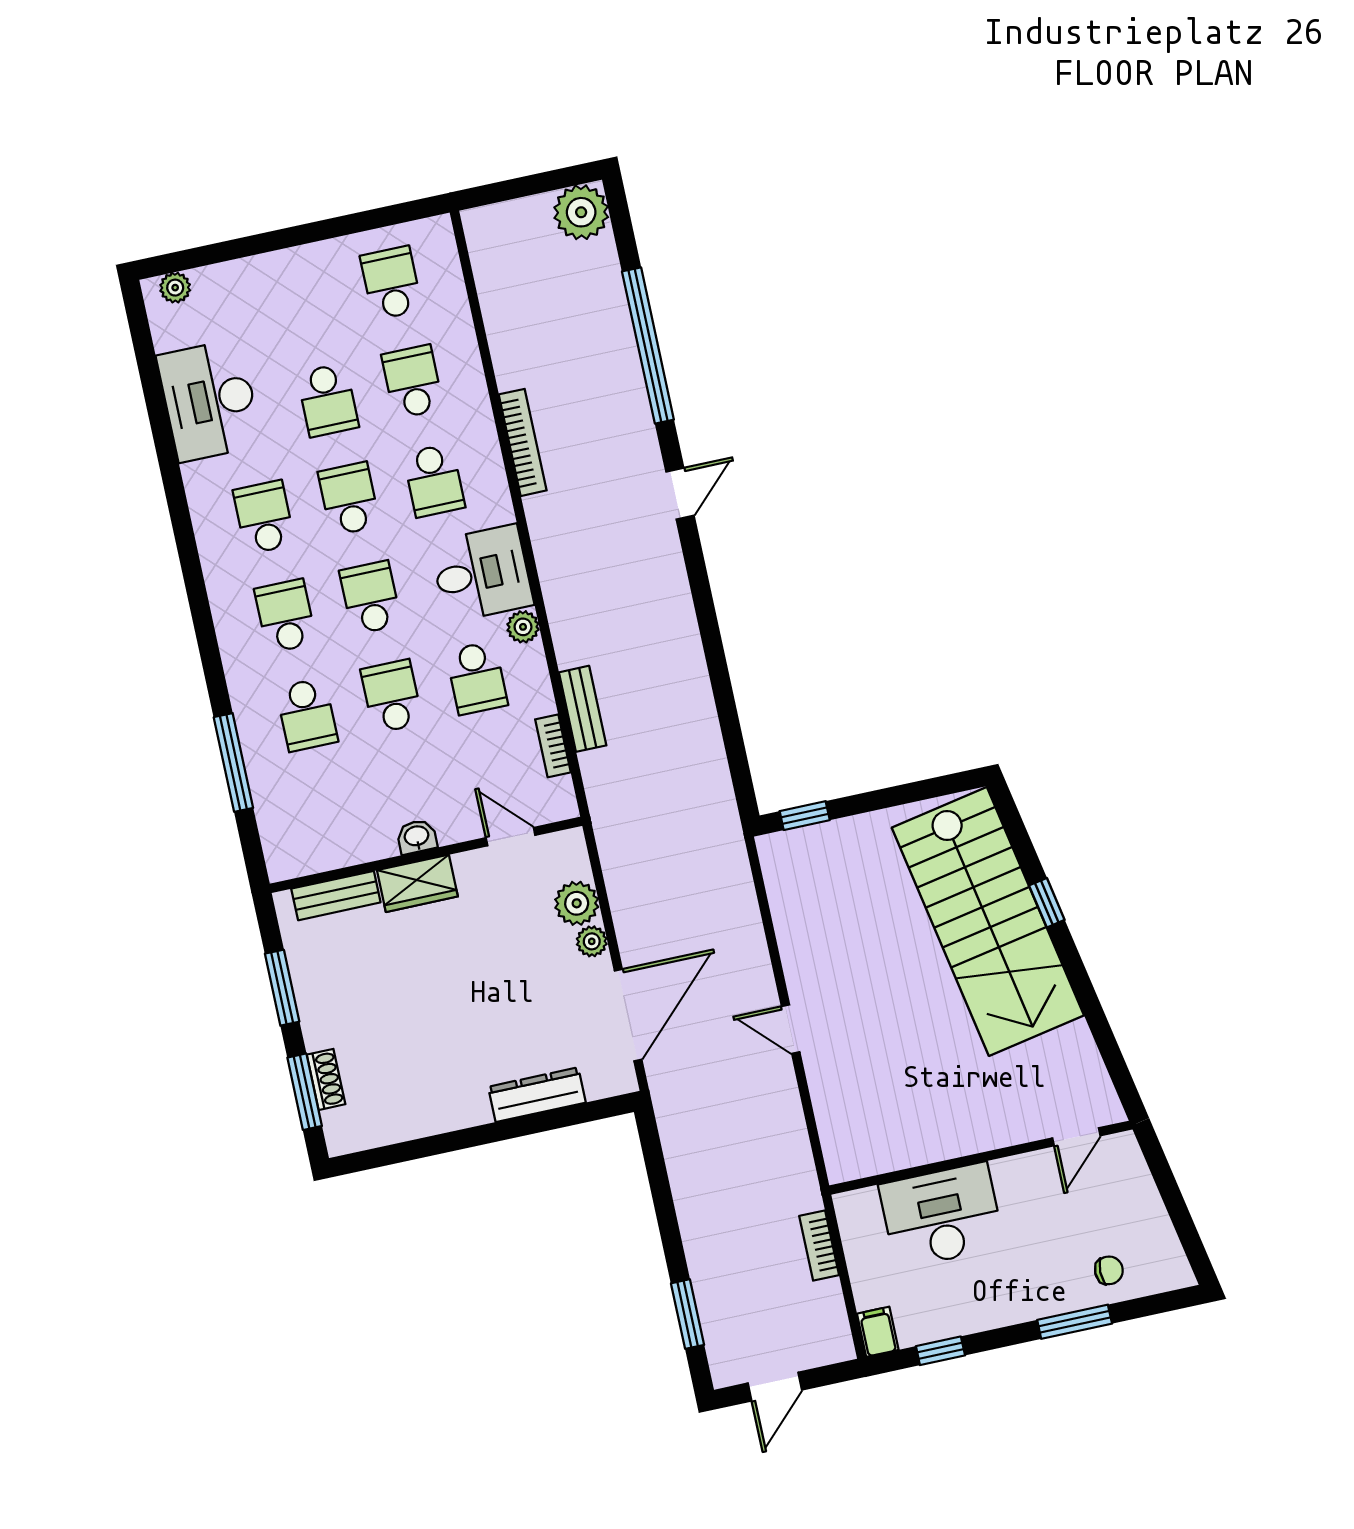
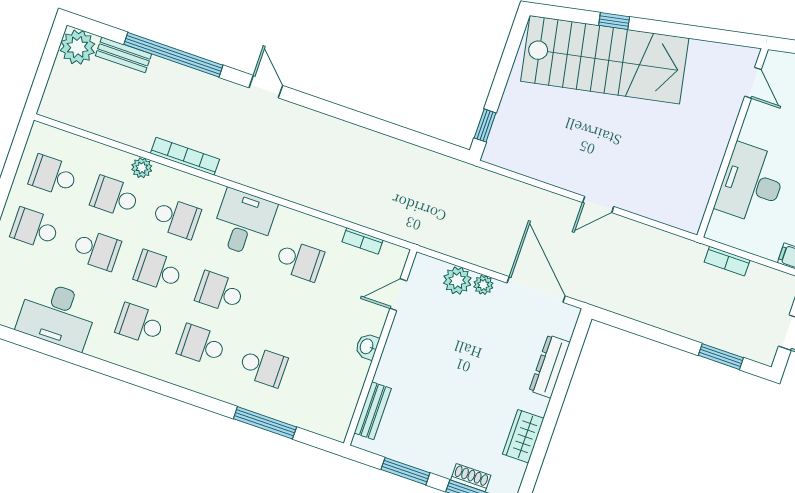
plant: (523, 627) -> (142, 168), moved
school desk: (392, 696) -> (35, 228), moved
bench: (583, 709) -> (124, 55), moved
wardrobe: (417, 883) -> (523, 436), moved, turned 180

